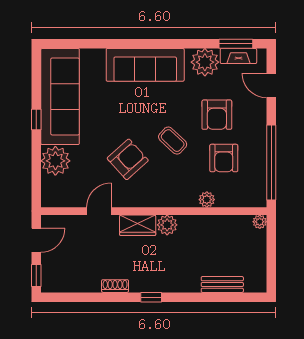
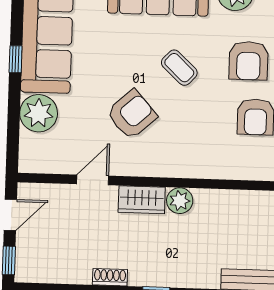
coffee table: (173, 141) -> (179, 68), moved
plant: (207, 200) -> (232, 170), removed

